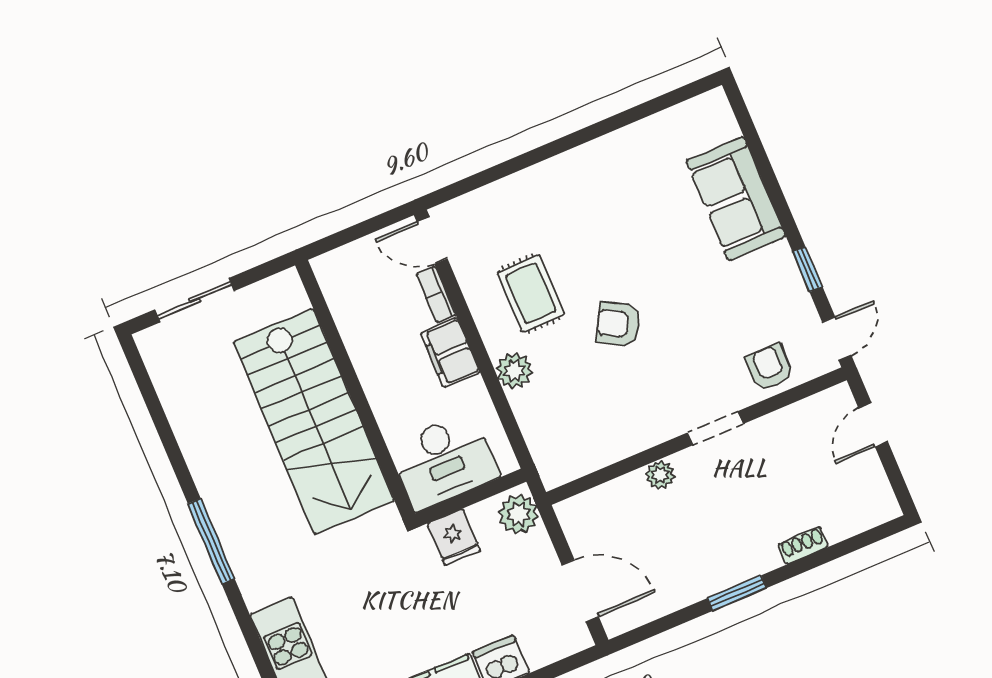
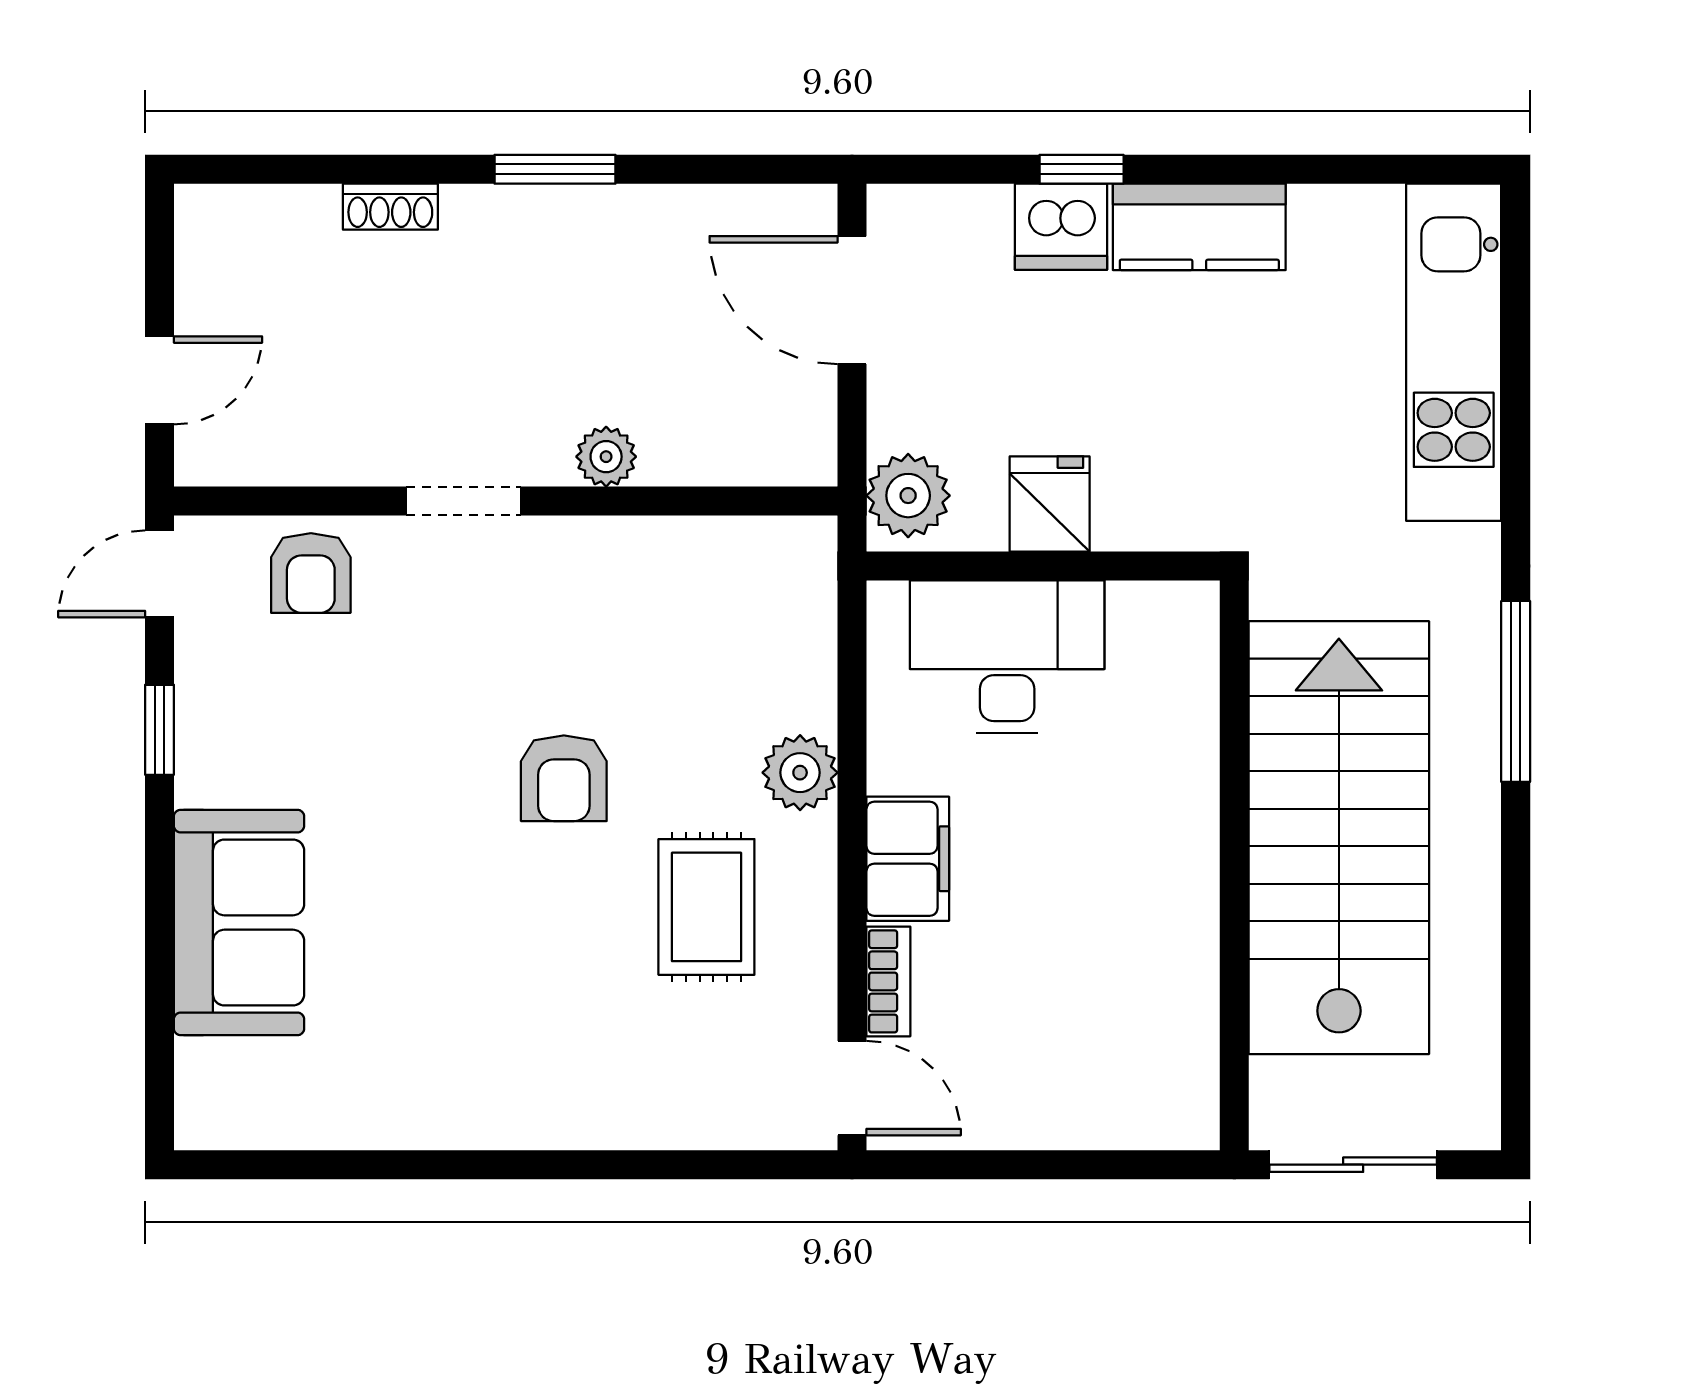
armchair: (618, 324) -> (564, 778), turned 61
wall: (355, 389) -> (1234, 865), moved
stairs: (314, 421) -> (1339, 838), moved

